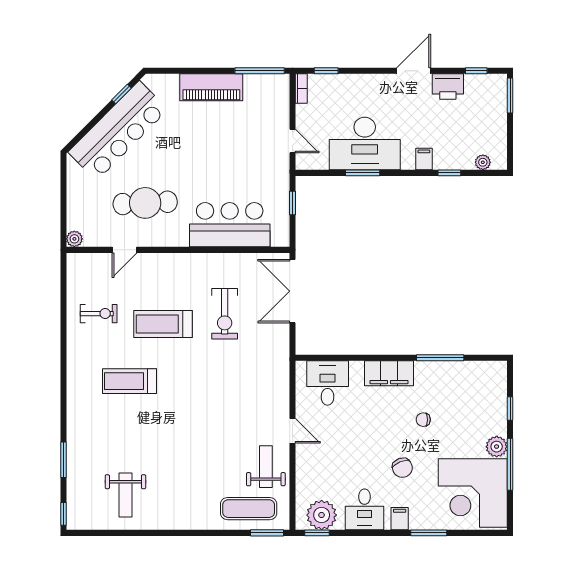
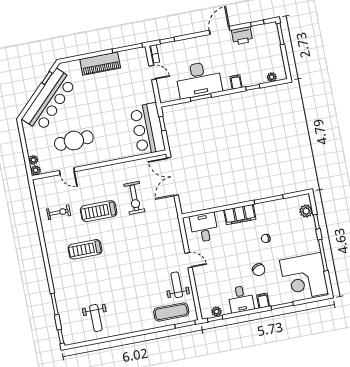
door: (293, 141) -> (152, 73), moved
plant: (74, 222) -> (33, 160), added
bar counter: (230, 225) -> (148, 129), moved, turned -90
door: (125, 250) -> (67, 171), hinge flipped
plant: (497, 447) -> (306, 211), moved
plant: (322, 515) -> (217, 312), width x0.53, depth x0.53

